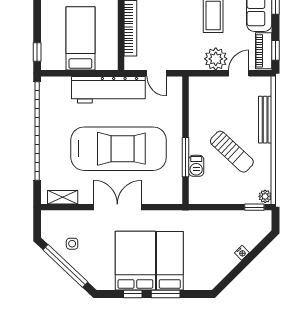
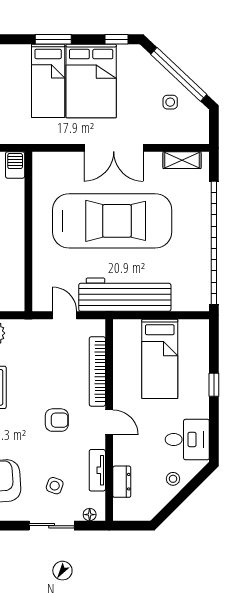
window: (37, 52) -> (214, 385), moved
car: (119, 149) -> (112, 221), turned 180
window: (186, 157) -> (28, 210), removed
barbecue: (196, 166) -> (15, 165), moved
window: (133, 294) -> (116, 39), moved

